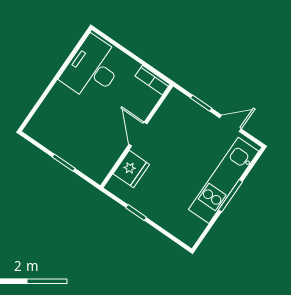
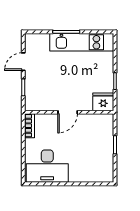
door: (230, 123) -> (23, 62), hinge flipped
fridge: (131, 169) -> (103, 102), moved
kitchen unit: (224, 180) -> (82, 42), moved

